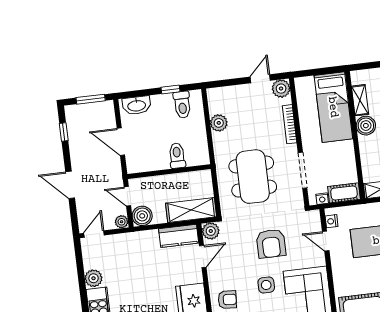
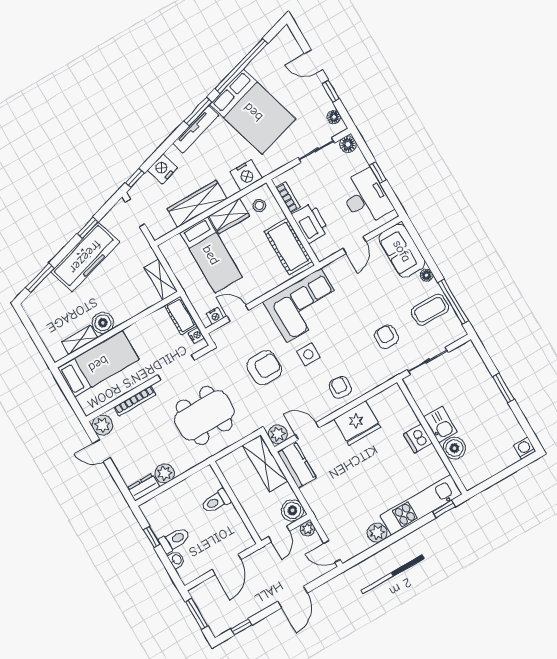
dresser: (215, 100) -> (143, 487), added
washbasin: (137, 105) -> (176, 560), width x0.52, depth x0.69
toilet: (182, 105) -> (174, 540), moved
door: (326, 241) -> (238, 313), swing flipped

